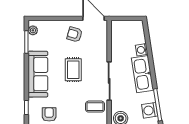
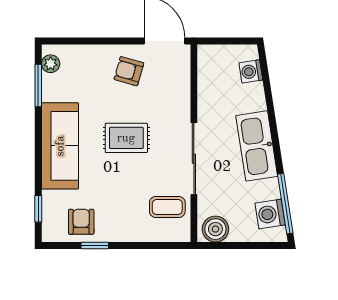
washing machine: (142, 50) -> (251, 71), moved
rug: (73, 70) -> (126, 138), turned 90

